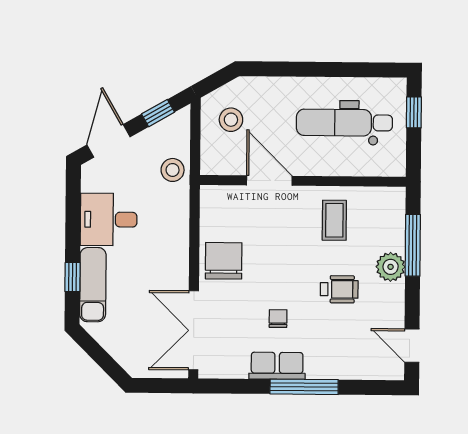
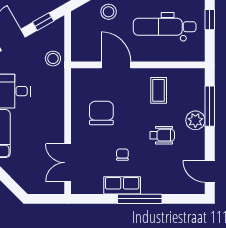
stool: (231, 120) -> (109, 12), moved
chair: (224, 261) -> (101, 113), moved
double door: (194, 330) -> (68, 163), width x0.73

